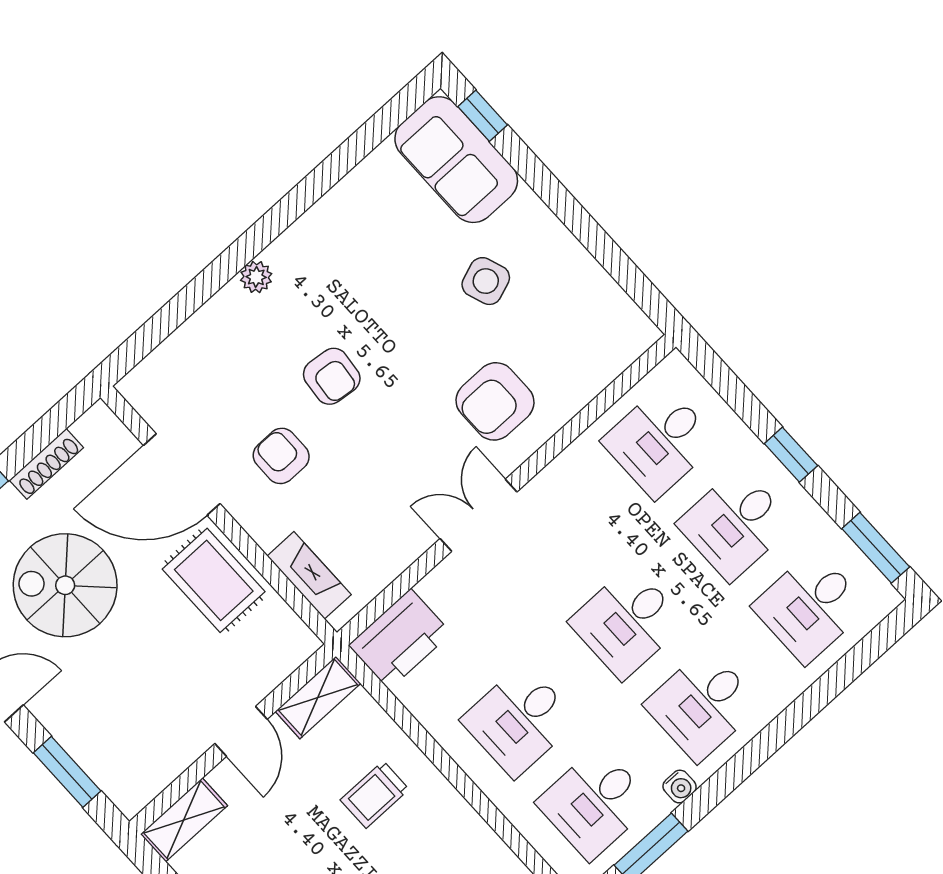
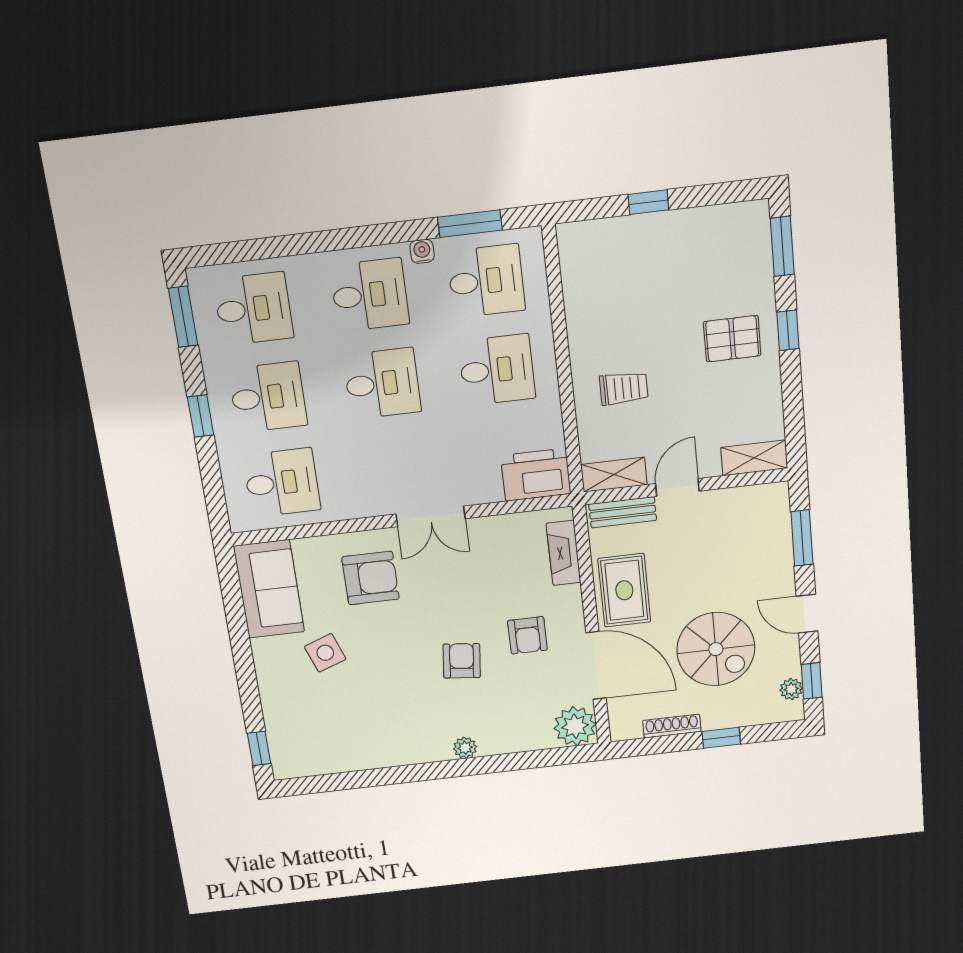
sofa: (456, 160) -> (269, 589), moved
plant: (153, 388) -> (575, 726), added
bench: (279, 664) -> (623, 512), added

